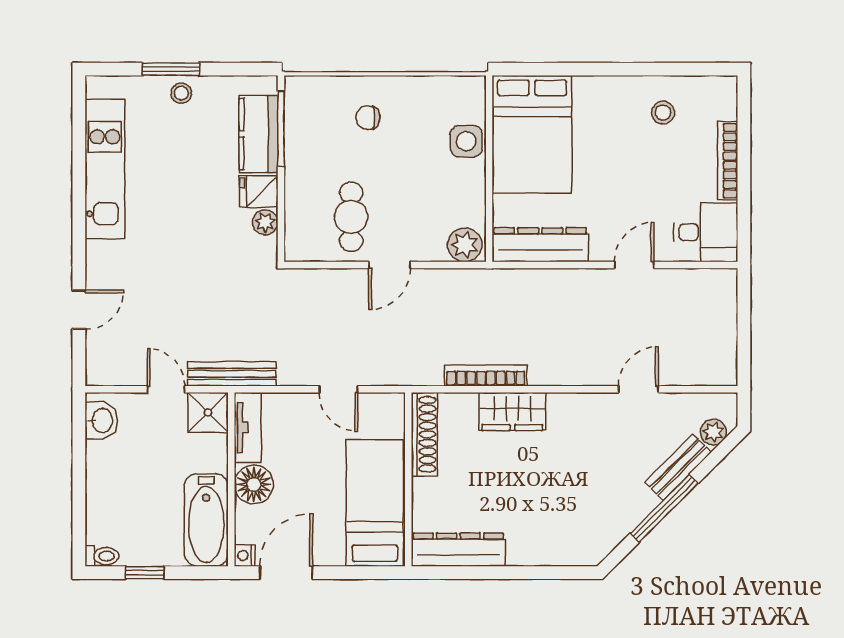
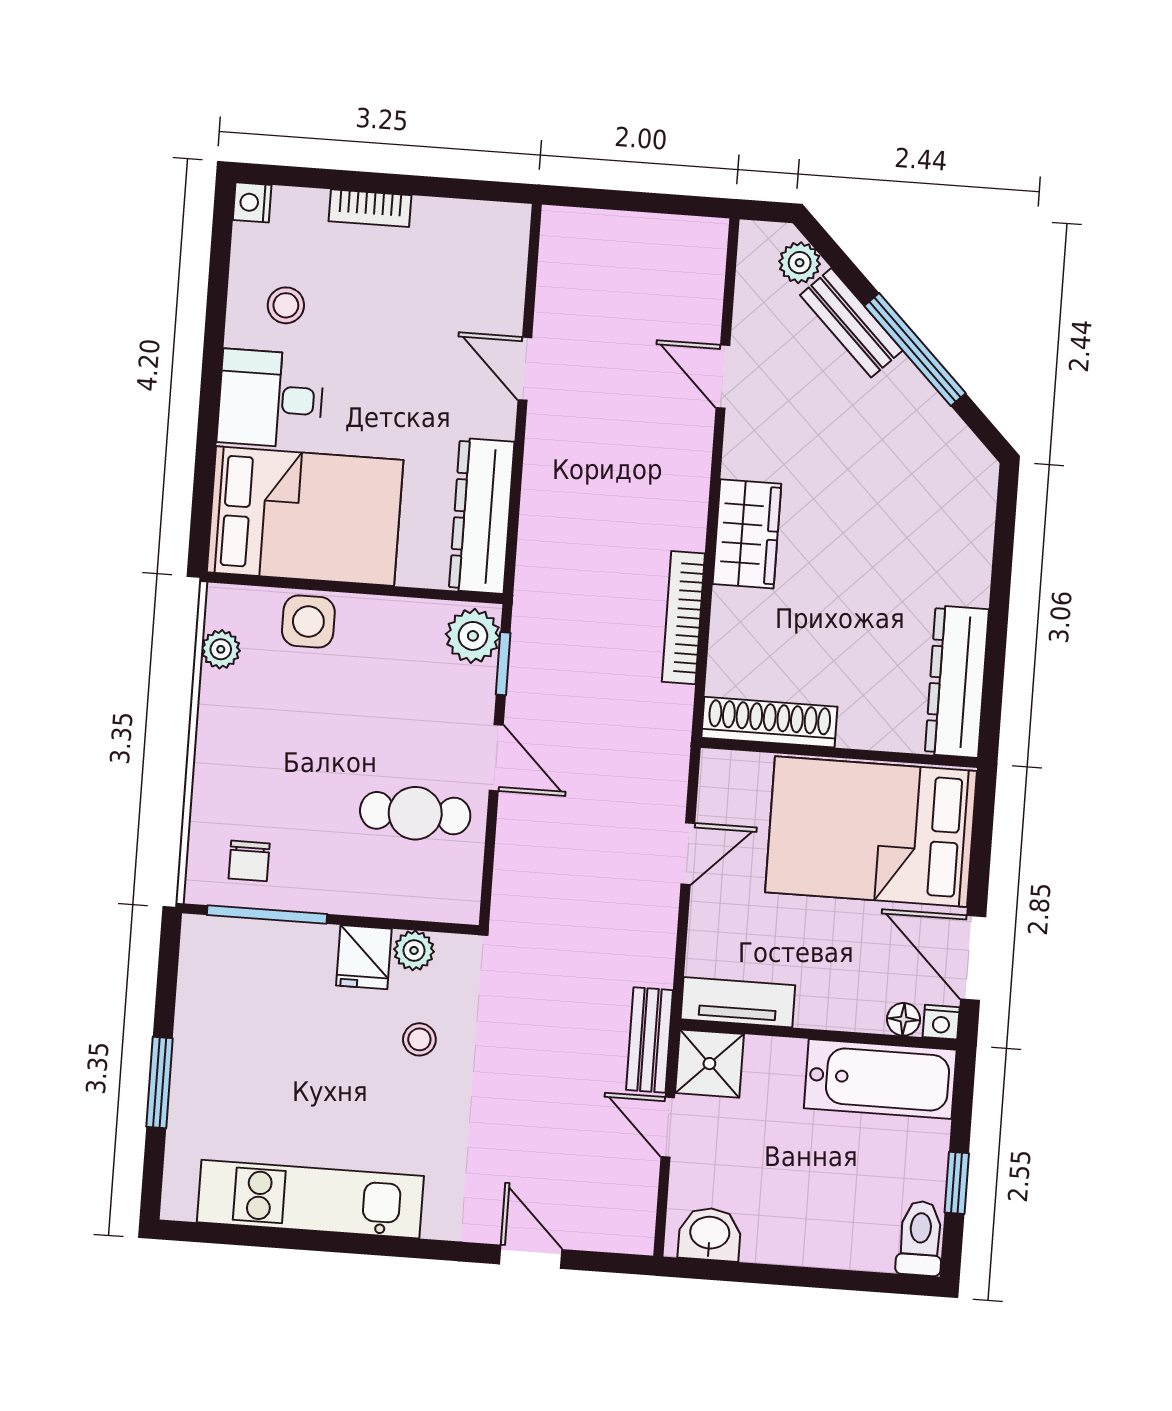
nightstand: (726, 87) -> (252, 202), added
plant: (445, 88) -> (221, 649), added
stool: (181, 93) -> (419, 1039), moved
chair: (368, 118) -> (249, 861), moved
kitchen counter: (258, 134) -> (273, 951), removed
bookcase: (728, 161) -> (370, 208), width x0.64
desk: (706, 232) -> (271, 399), moved, turned -90
window: (449, 265) -> (503, 664), added
bench: (232, 374) -> (649, 1040), width x0.73
door: (166, 389) -> (668, 1127), hinge flipped
wardrobe: (512, 412) -> (747, 534), moved
floor lamp: (254, 484) -> (903, 1019), moved, width x0.53, depth x0.53
bed: (375, 503) -> (871, 832), width x1.50
toilet: (102, 556) -> (920, 1238), width x1.37, depth x1.39

